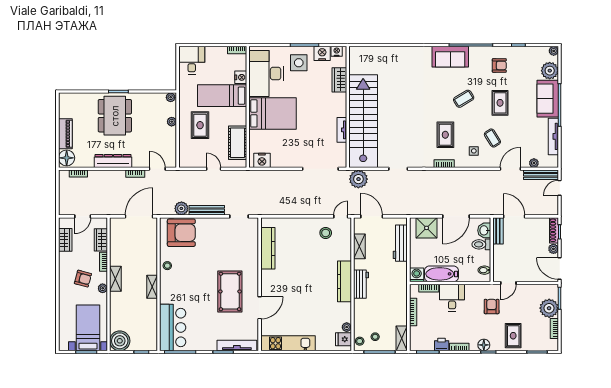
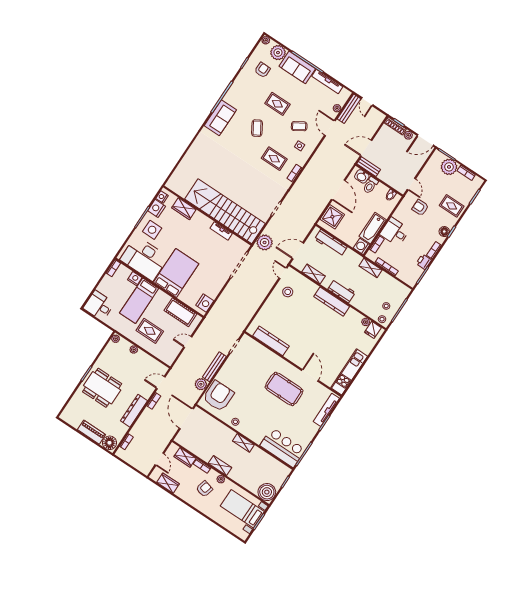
armchair: (499, 65) -> (262, 70), moved
shelving: (402, 338) -> (370, 268), moved

